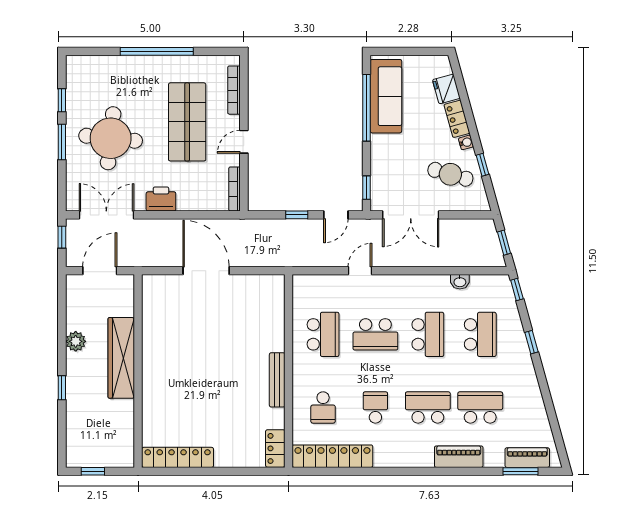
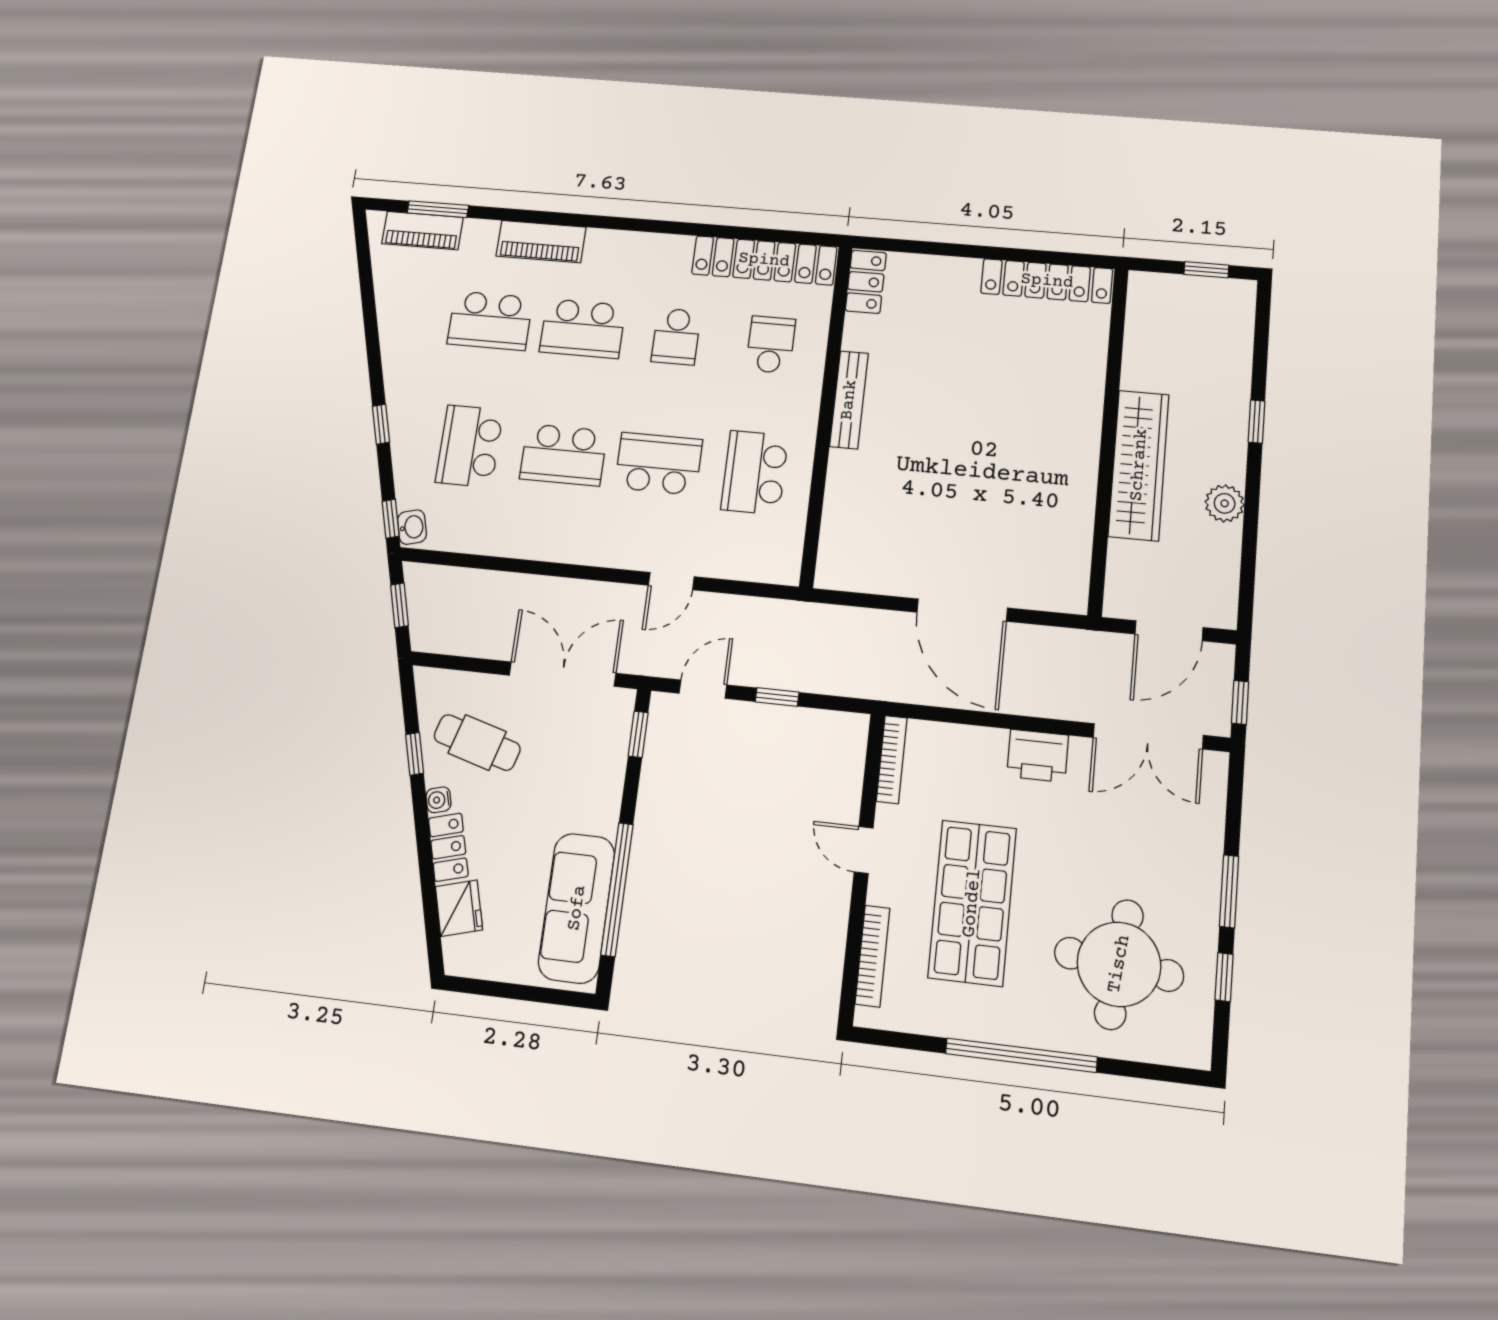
round table: (111, 138) -> (1119, 964), moved
door: (244, 142) -> (864, 850), swing flipped
washbasin: (460, 282) -> (412, 527), moved, turned 75
school desk: (428, 334) -> (563, 455), turned -90

